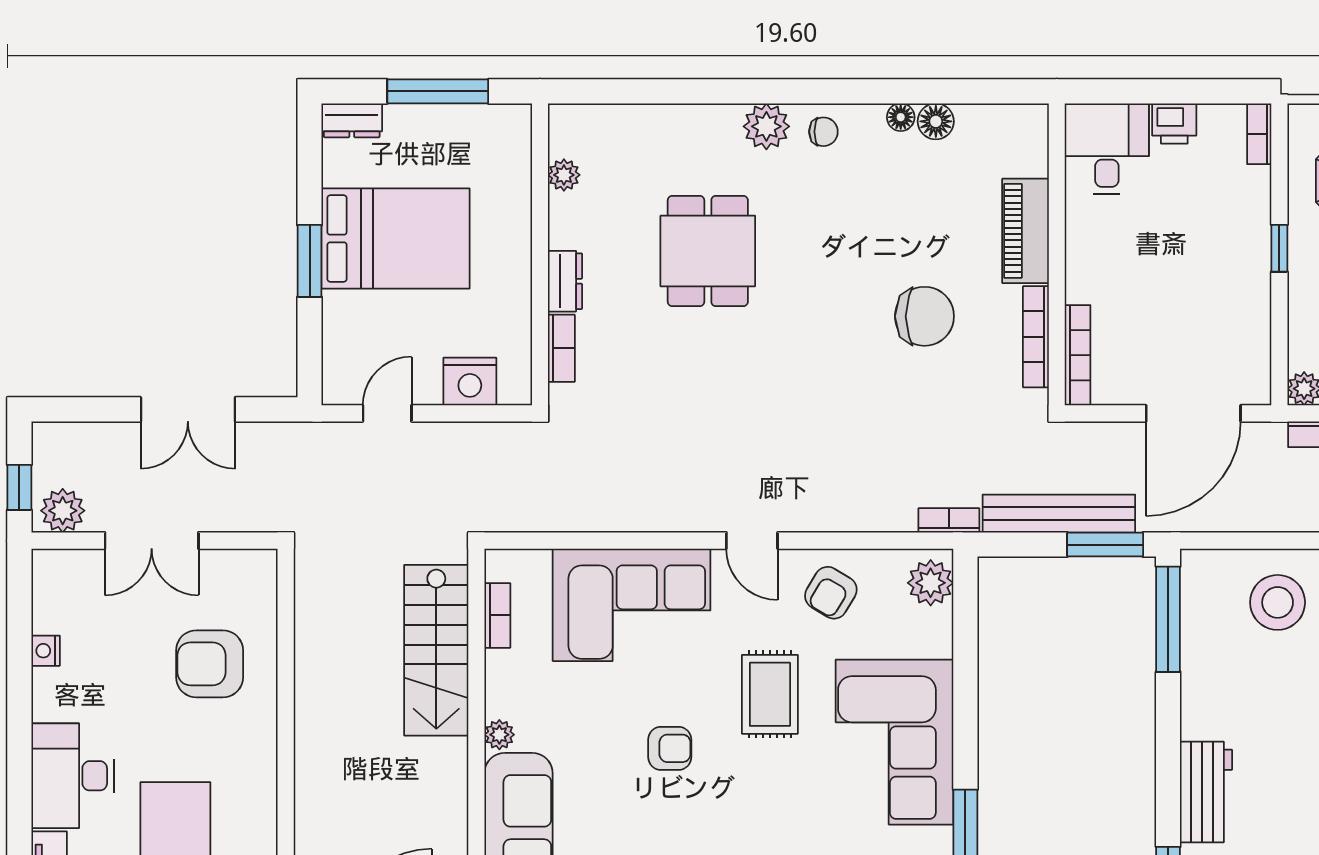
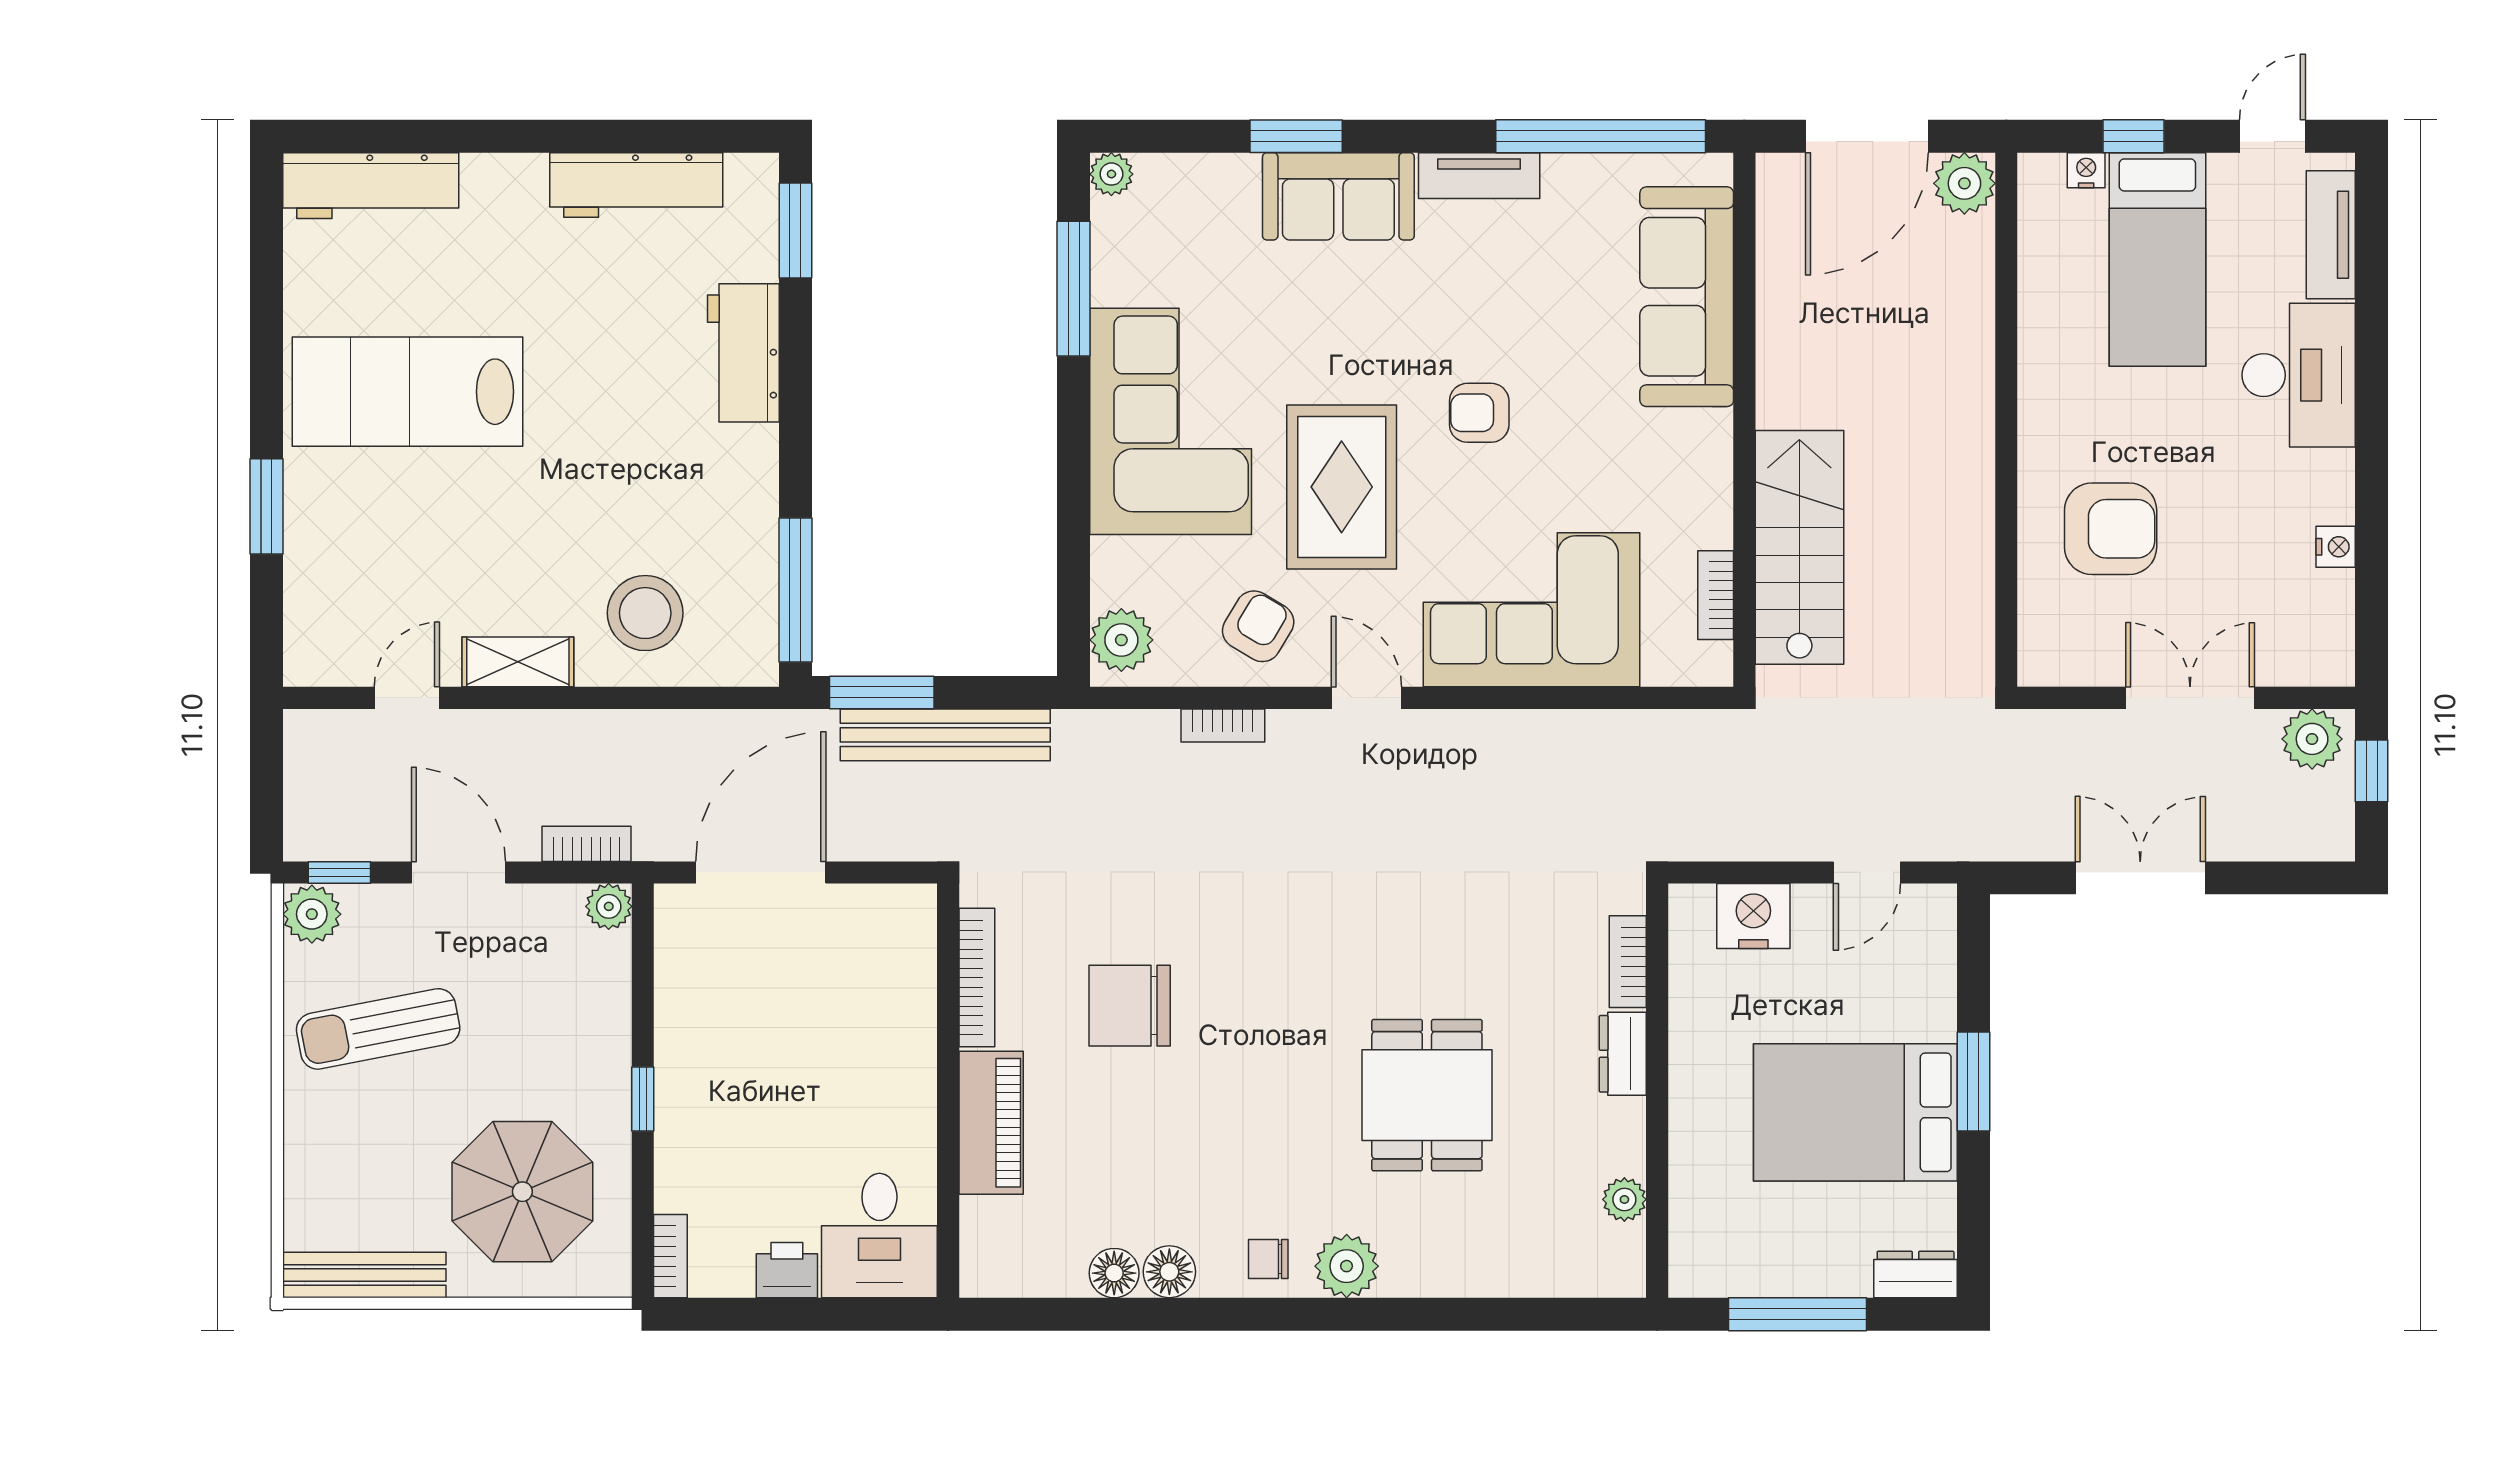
floor lamp: (901, 117) -> (1169, 1272), width x1.37, depth x1.37
bookcase: (1078, 355) -> (920, 952), removed
bookcase: (949, 520) -> (1223, 726), moved
rug: (770, 694) -> (1342, 487), width x1.36, depth x1.43
plant: (499, 735) -> (1713, 432), removed

